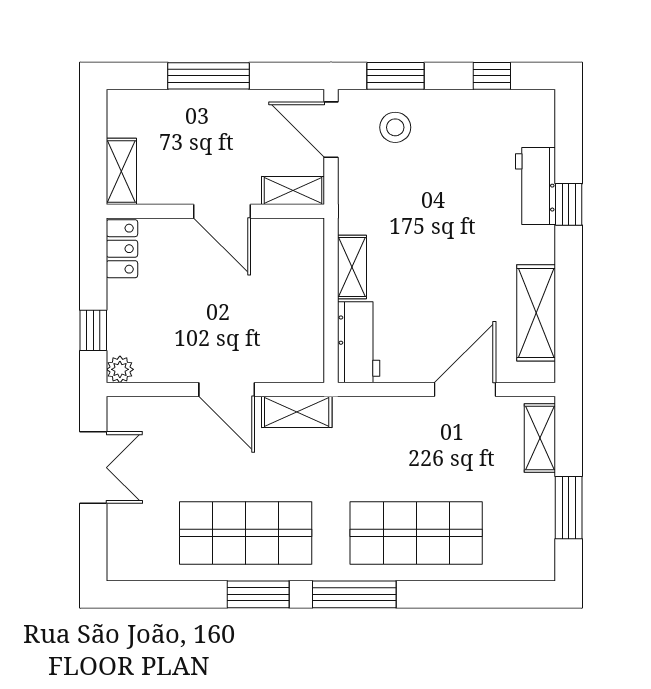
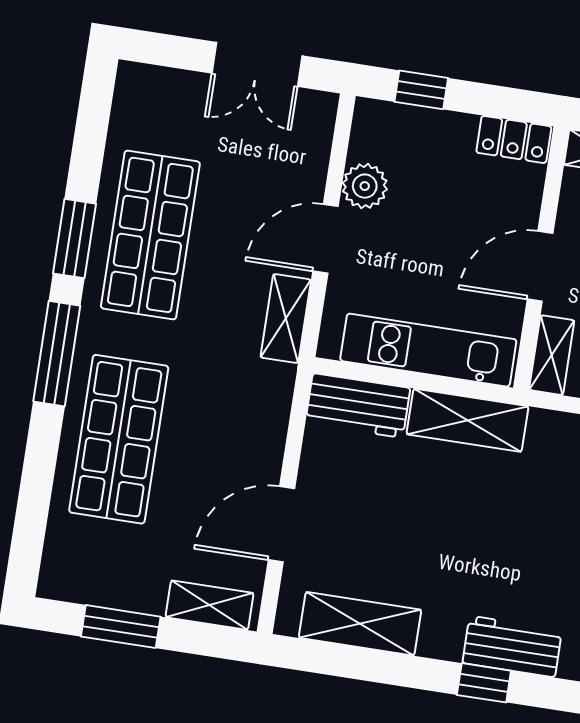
shelving: (352, 267) -> (467, 420), width x1.50, depth x1.33
kitchen unit: (304, 292) -> (428, 350), added
plant: (120, 369) -> (365, 186), moved, width x1.38, depth x1.38
door: (465, 390) -> (281, 524), swing flipped

